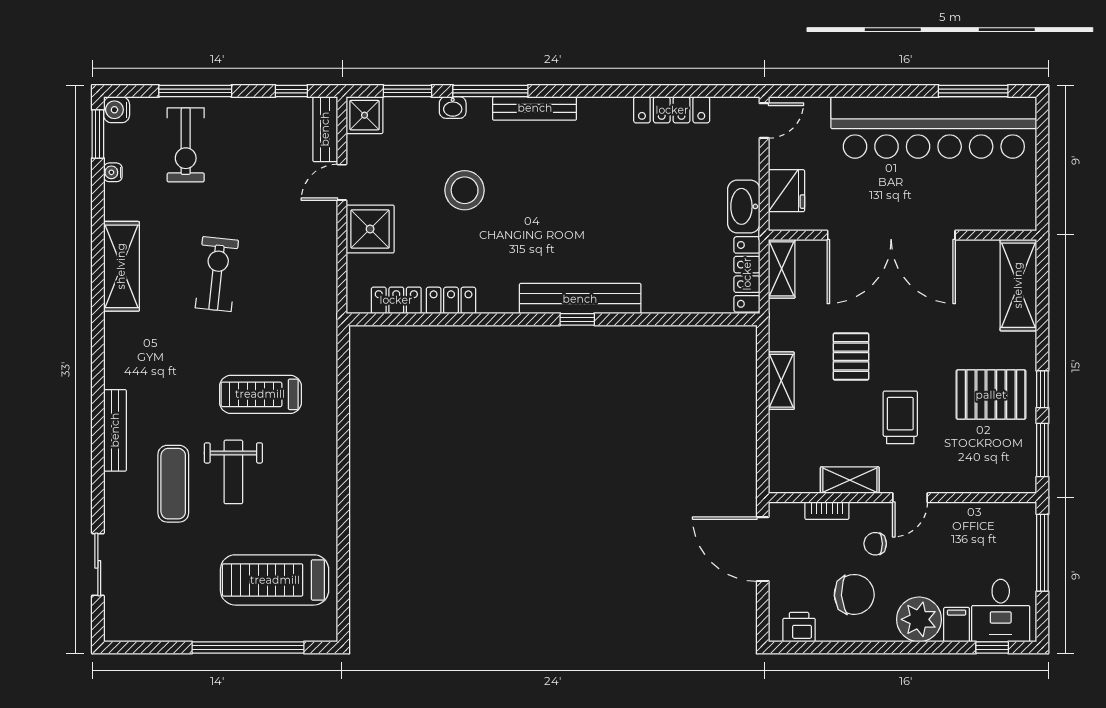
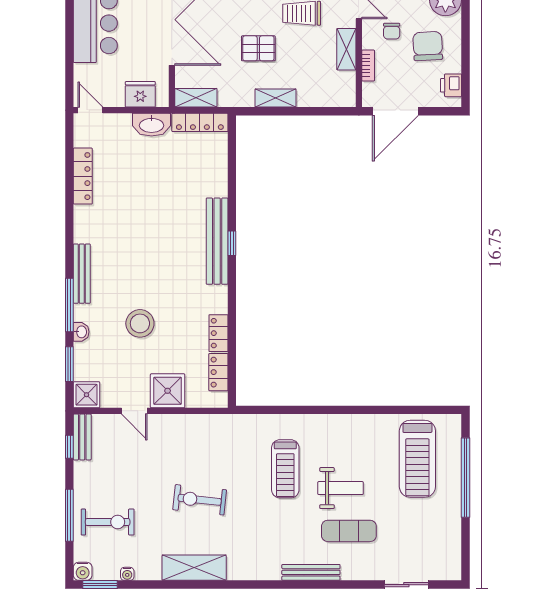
bench: (325, 129) -> (82, 437), moved, turned 90

